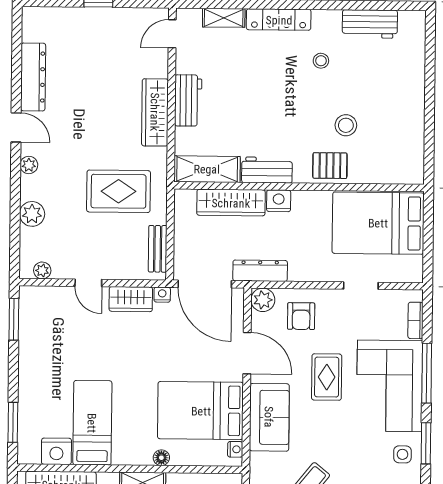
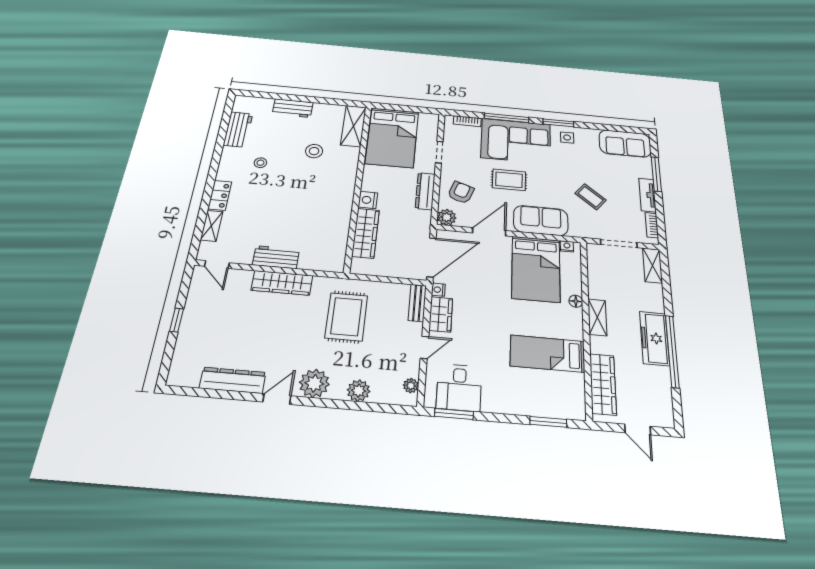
locker: (279, 20) -> (220, 195), width x0.66
plant: (29, 165) -> (314, 383), width x1.87, depth x1.87
pallet: (330, 166) -> (344, 164), removed
shelving: (207, 169) -> (353, 126), moved
workbench: (267, 170) -> (293, 108), moved, turned -90
bench: (158, 249) -> (417, 303), moved, turned 90
dresser: (260, 271) -> (425, 191), moved
armchair: (301, 316) -> (461, 193), turned -71
desk: (44, 324) -> (459, 387), added
nightstand: (56, 451) -> (573, 386), removed

